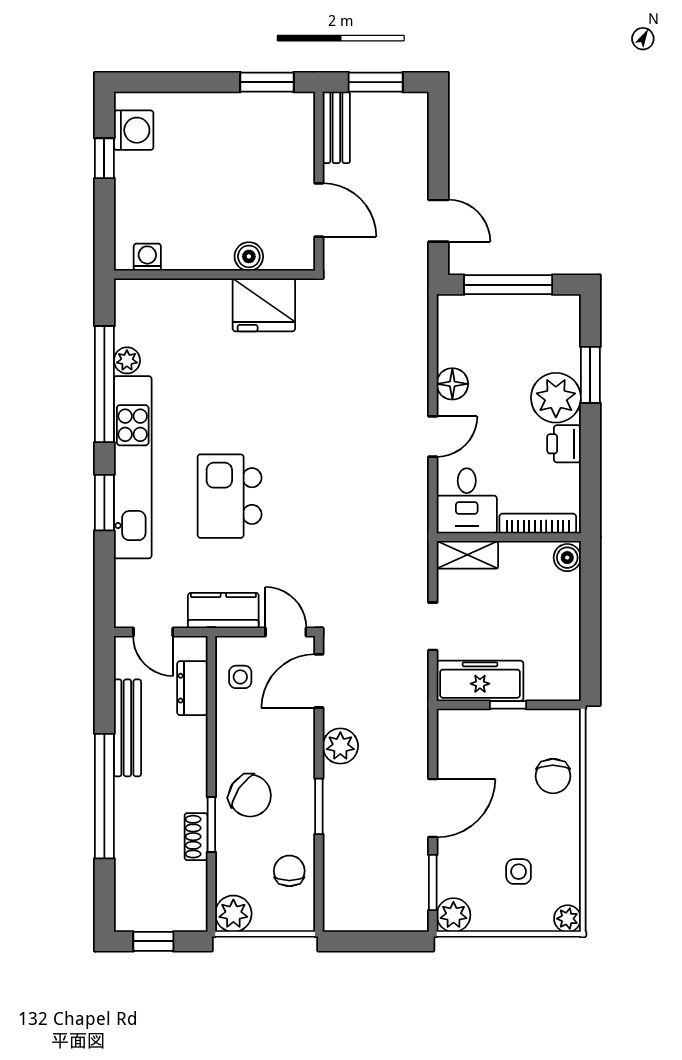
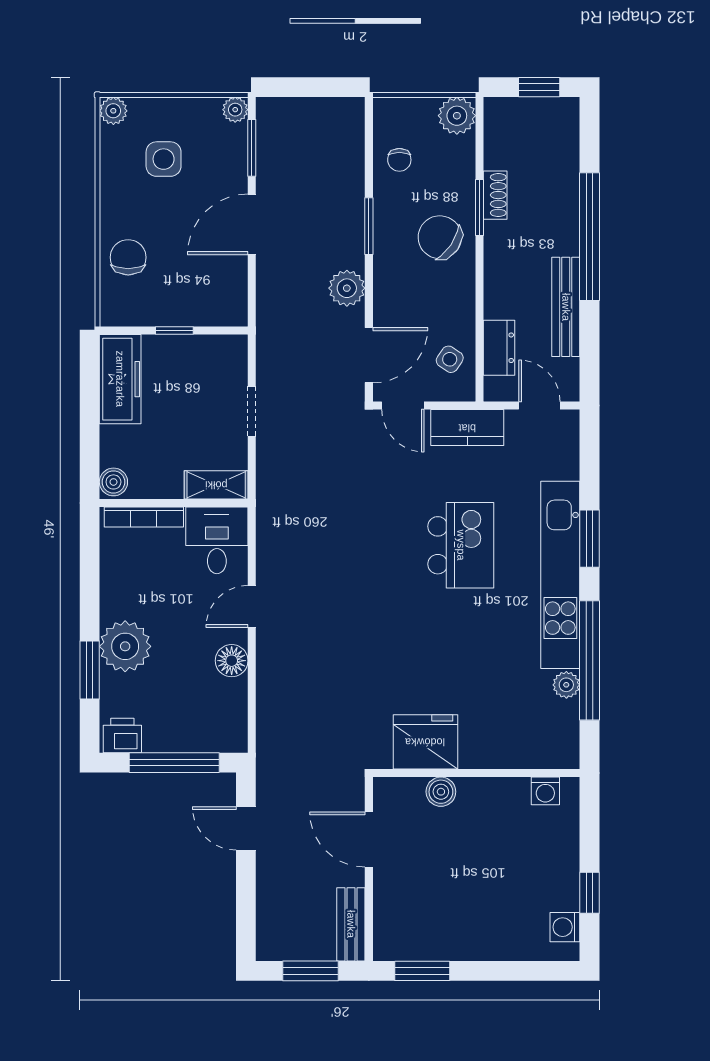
washing machine: (134, 130) -> (565, 927), width x0.73, depth x0.73
printer: (564, 444) -> (122, 736), moved, turned -90
side table: (240, 677) -> (450, 359), turned 34
freezer: (480, 681) -> (120, 379), moved, turned -90
chair: (289, 871) -> (399, 160), width x0.73, depth x0.73
side table: (519, 872) -> (164, 159), width x1.37, depth x1.37
plant: (453, 915) -> (235, 110), width x0.73, depth x0.73

